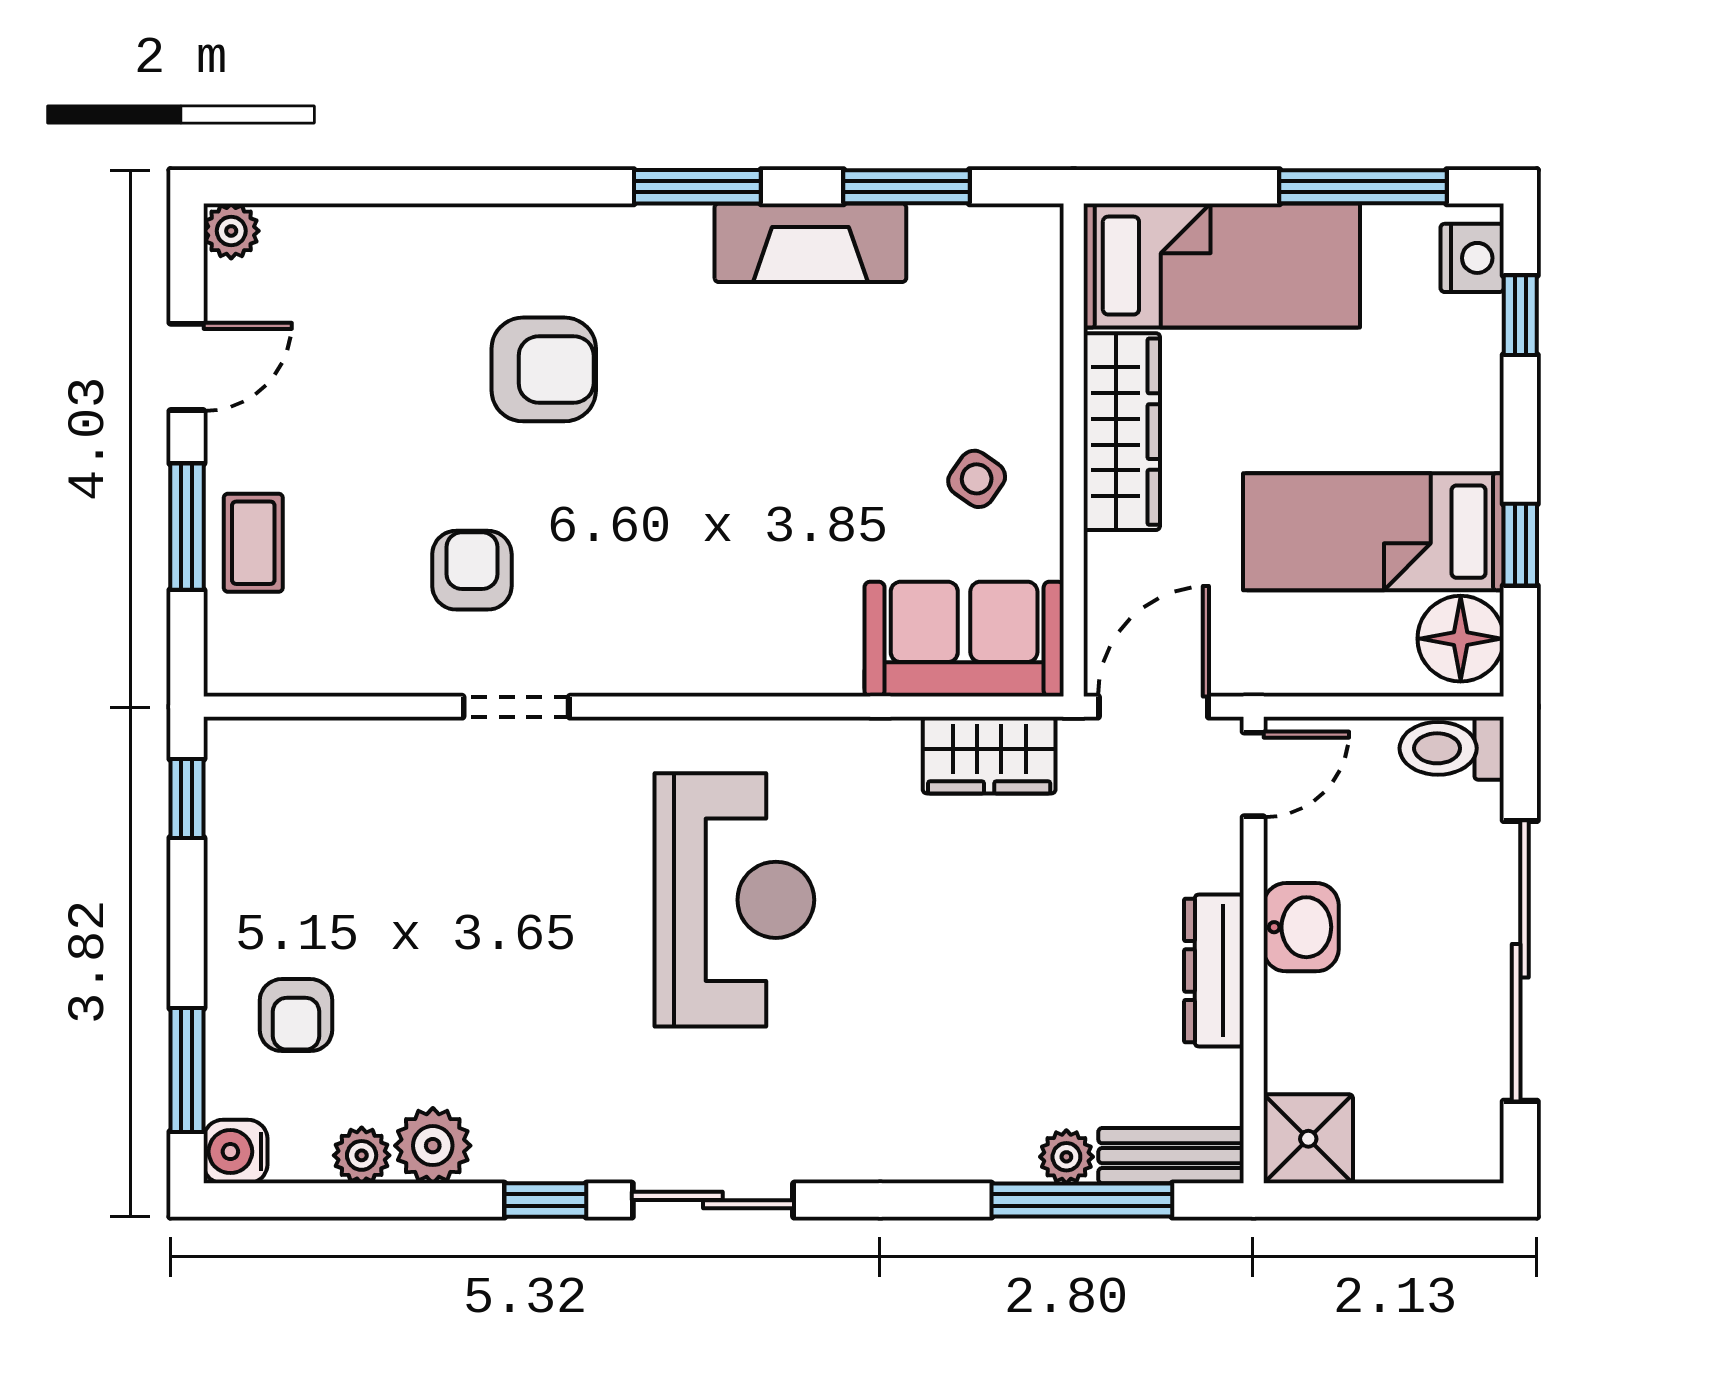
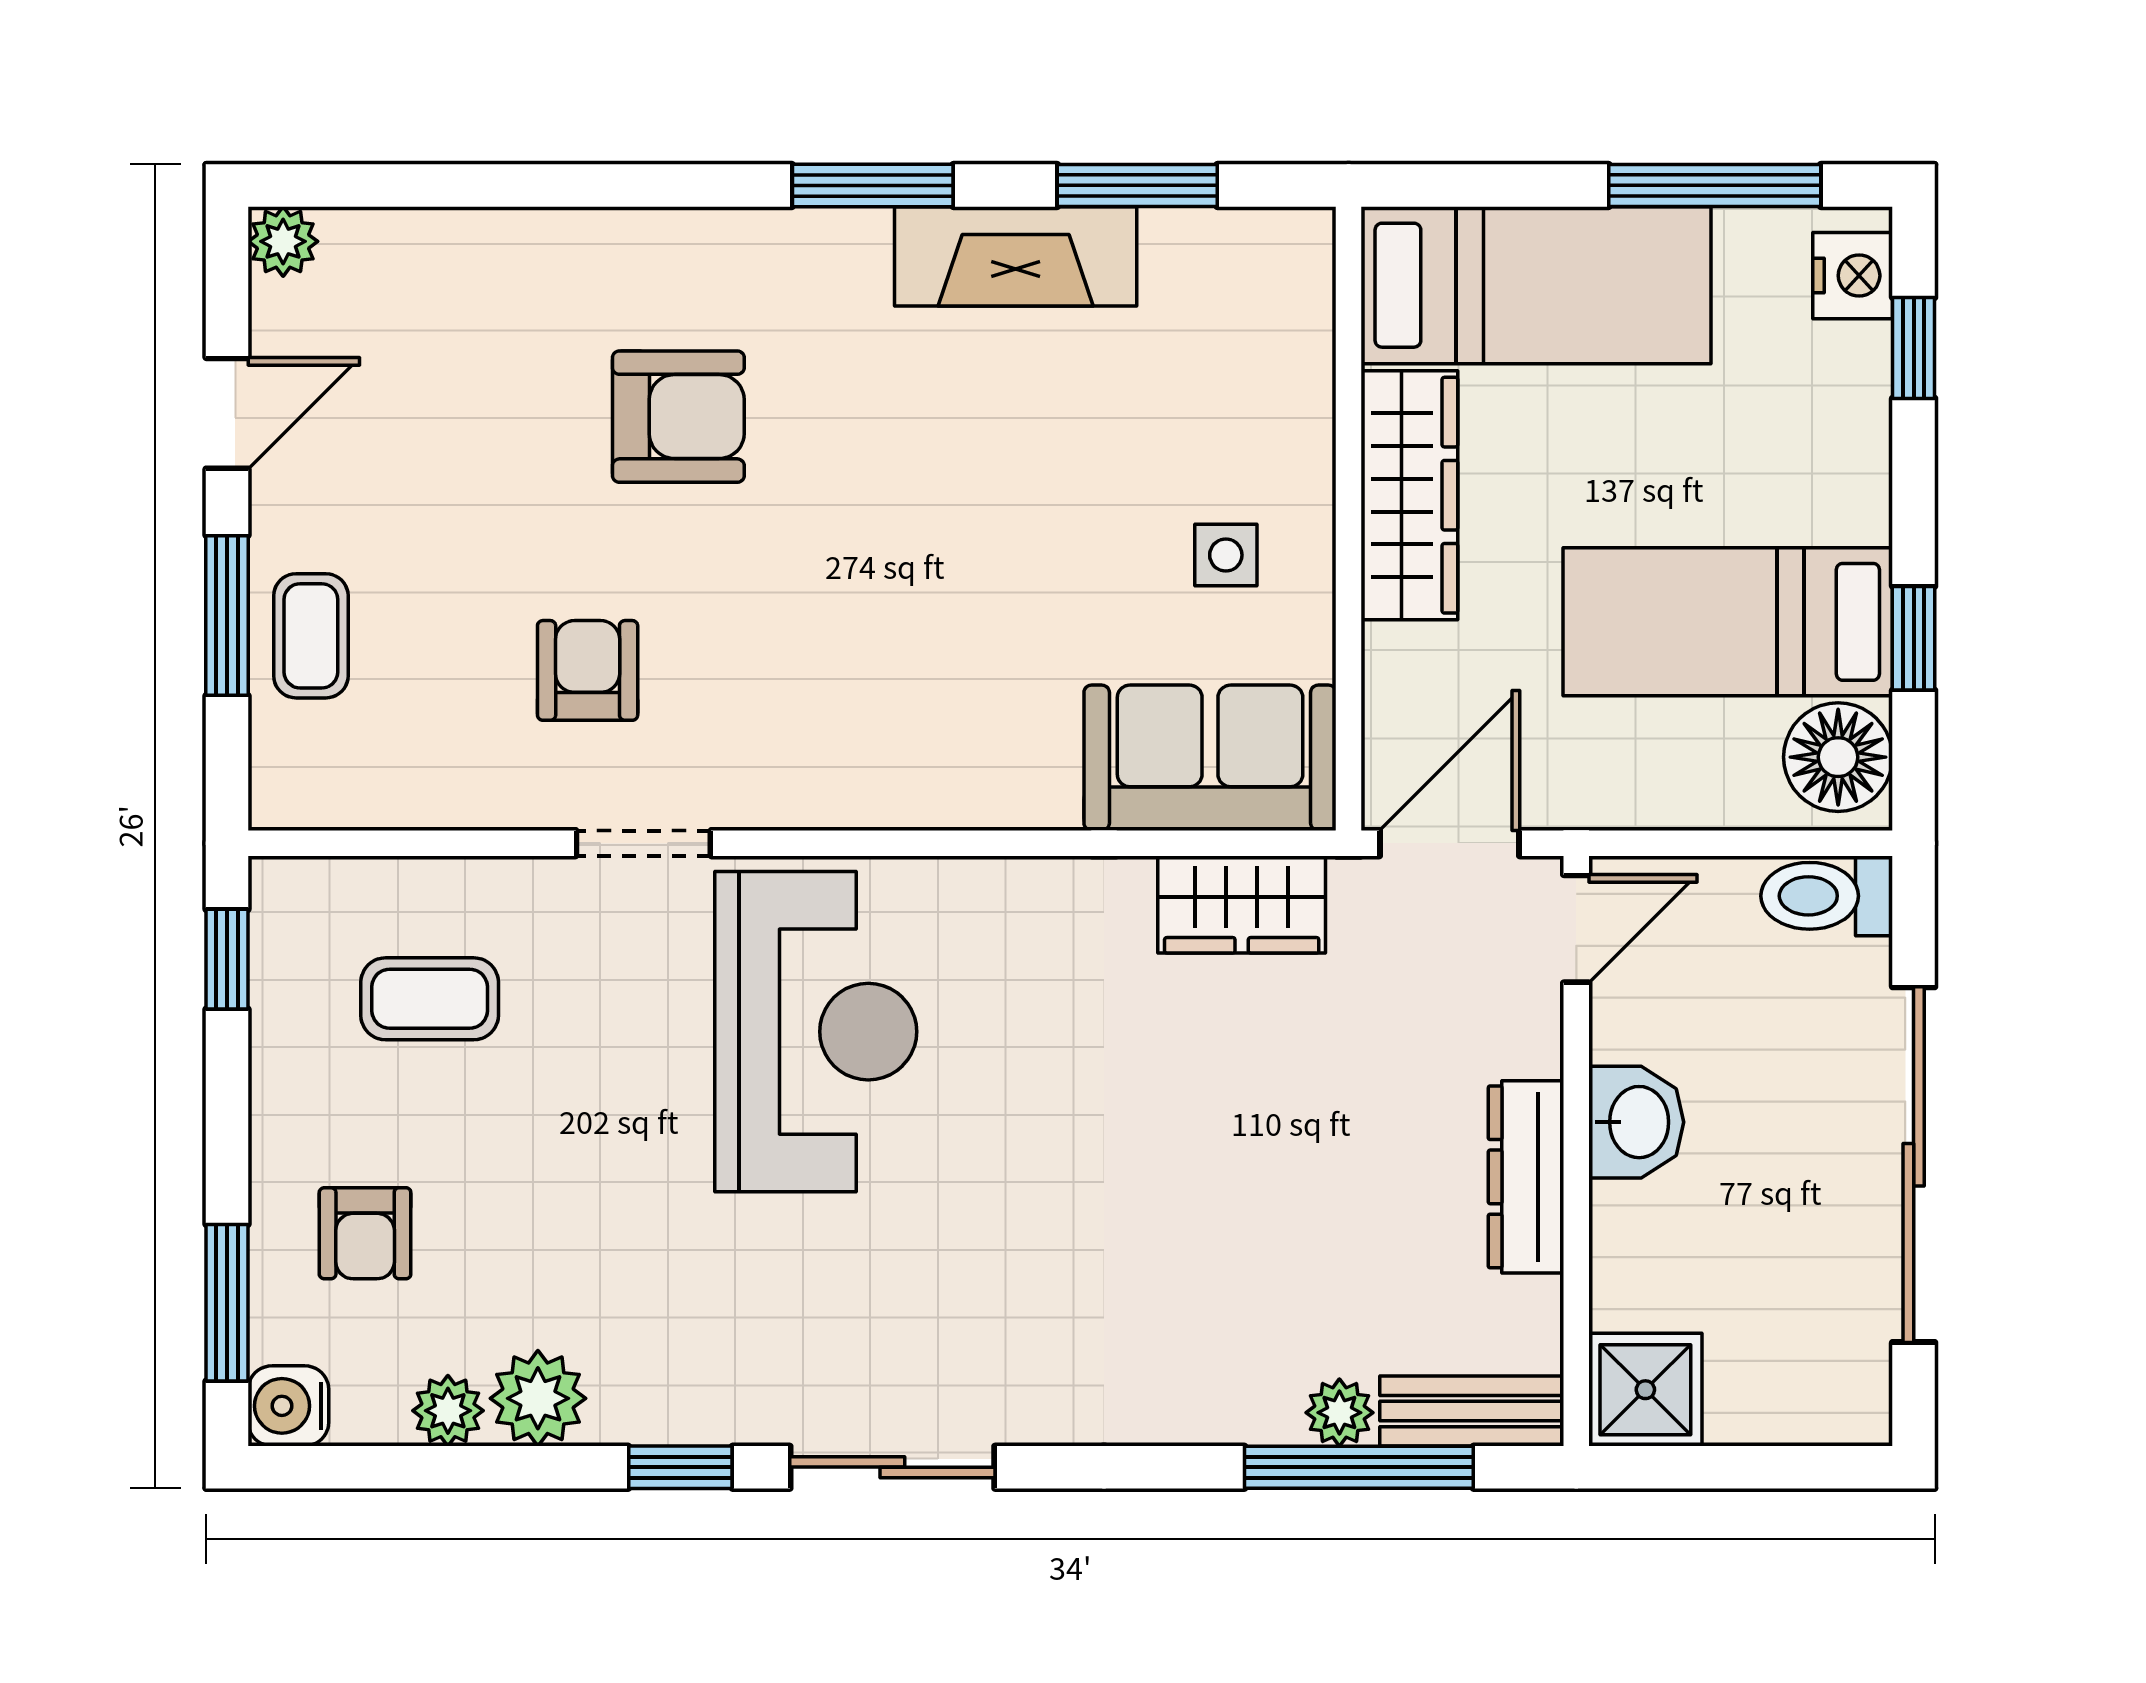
side table: (977, 479) -> (1226, 555), turned -35
coffee table: (347, 830) -> (430, 999), added
reception desk: (734, 900) -> (816, 1032), moved

